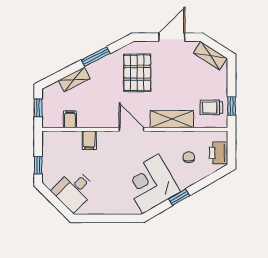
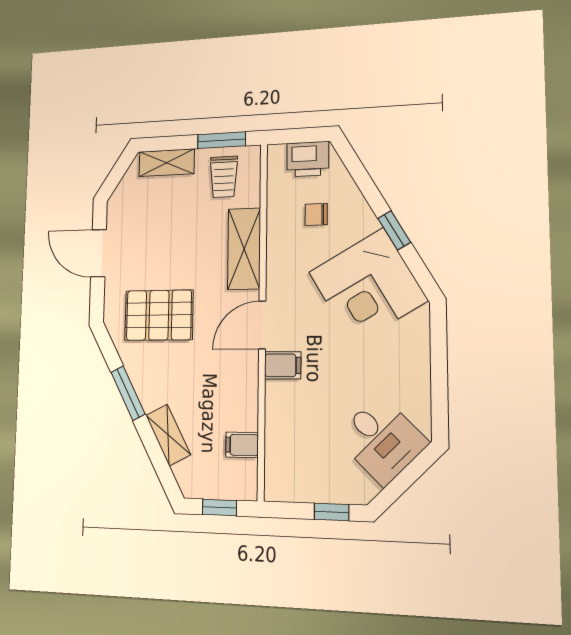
shelving: (210, 56) -> (167, 163), moved, turned 57
window: (231, 106) -> (222, 140), width x1.50
filing cabinet: (89, 140) -> (283, 365), moved

